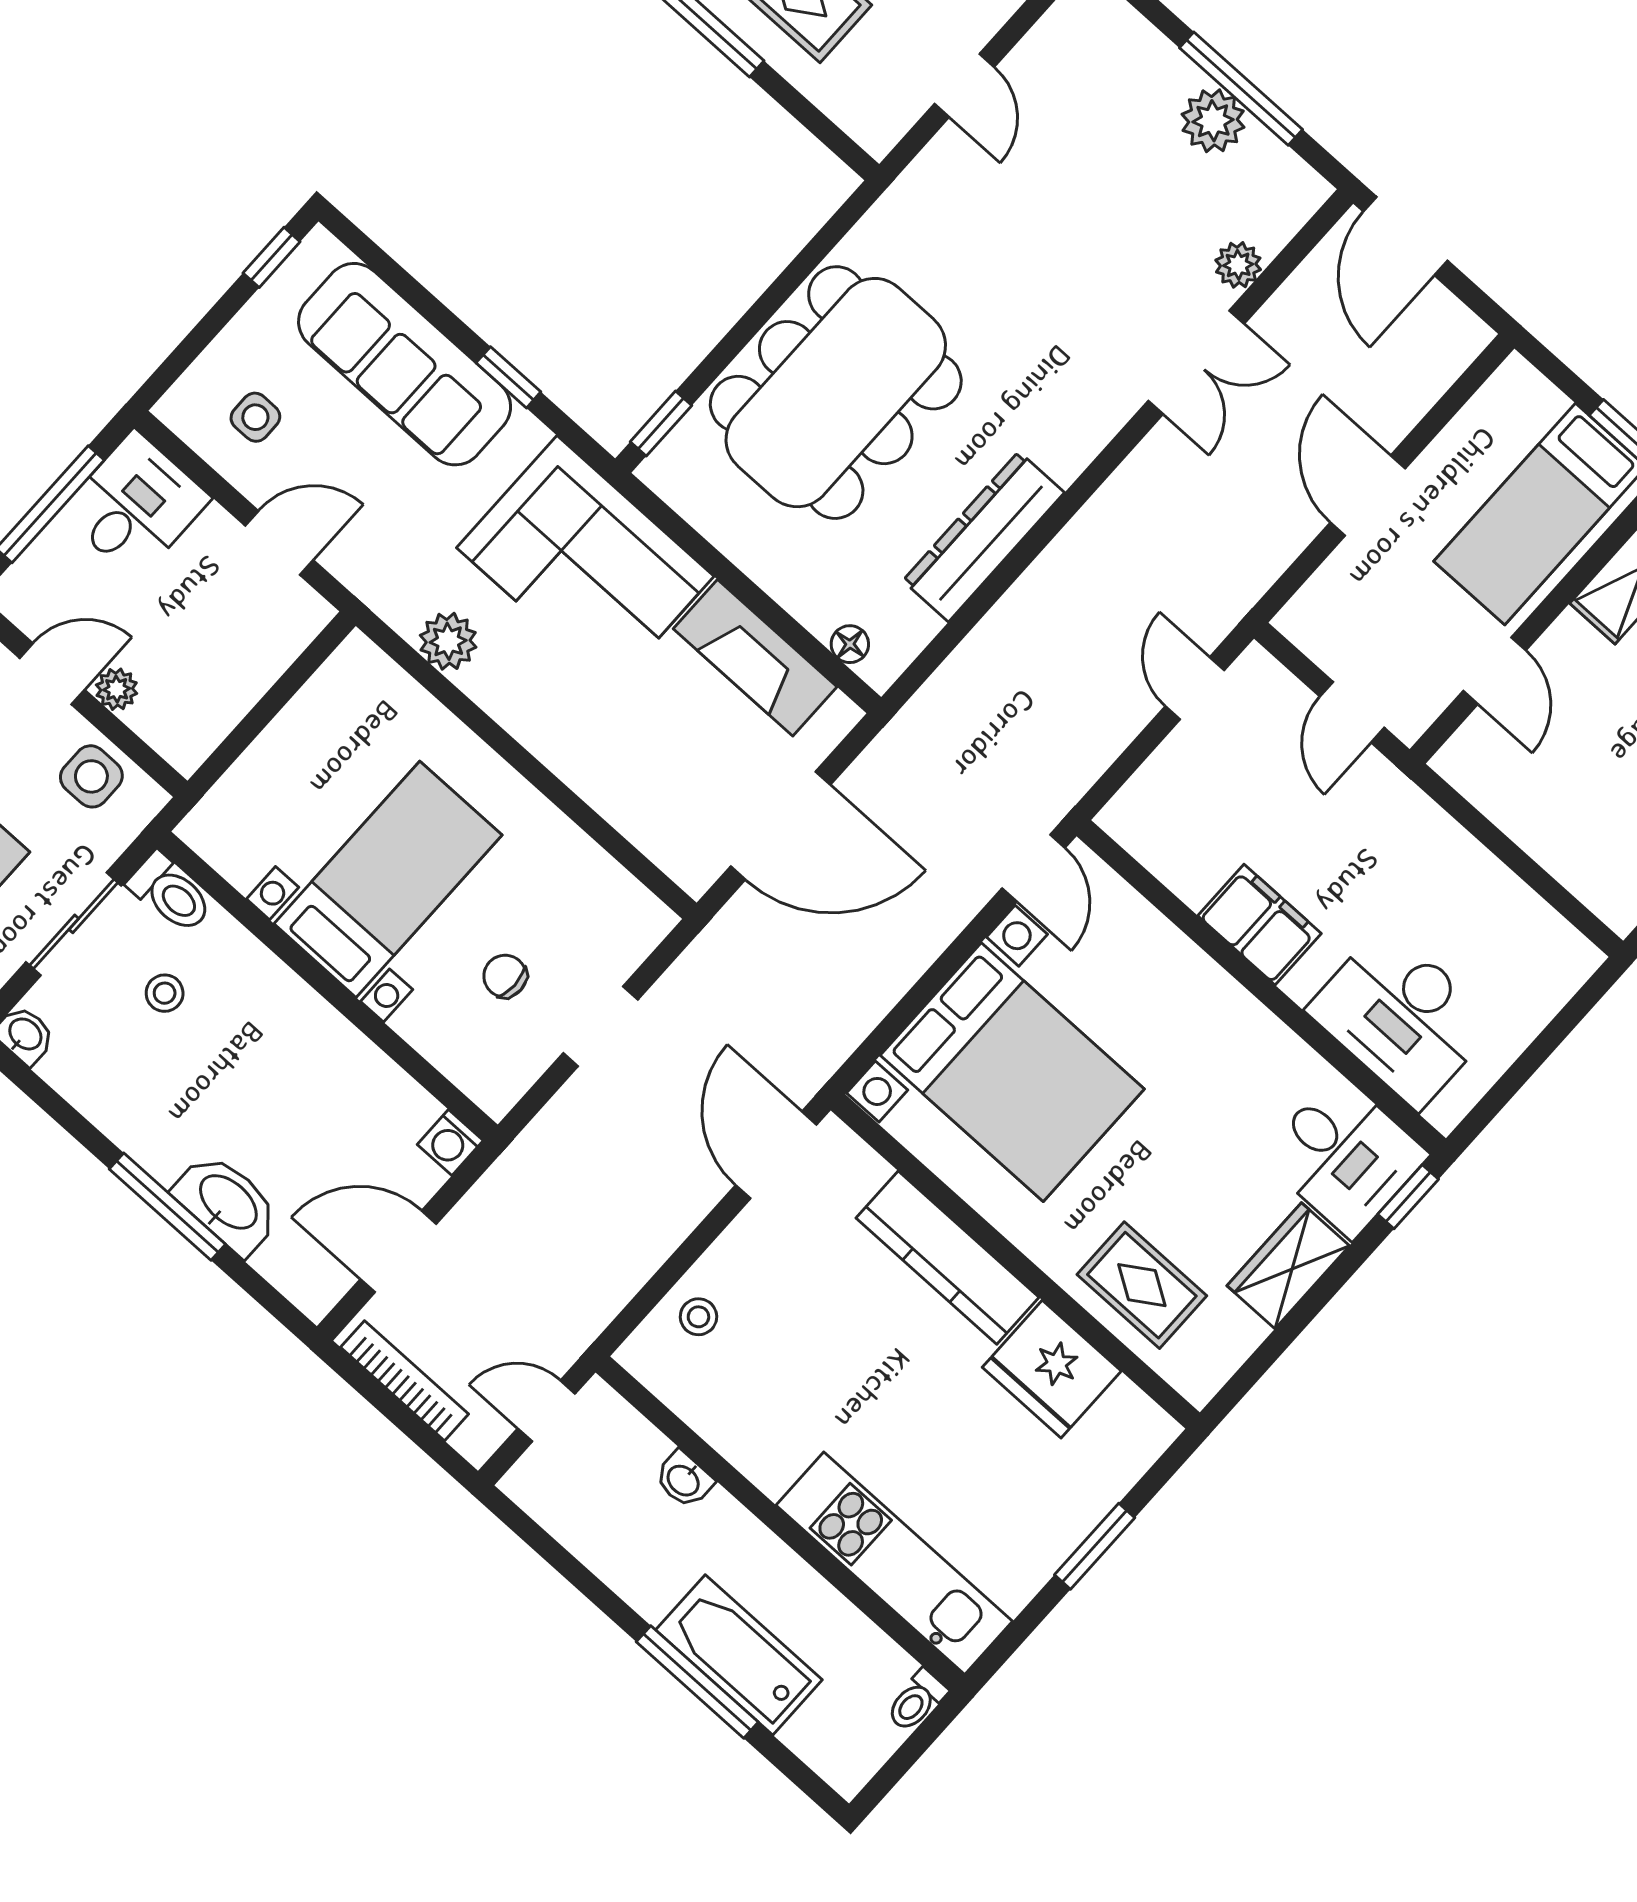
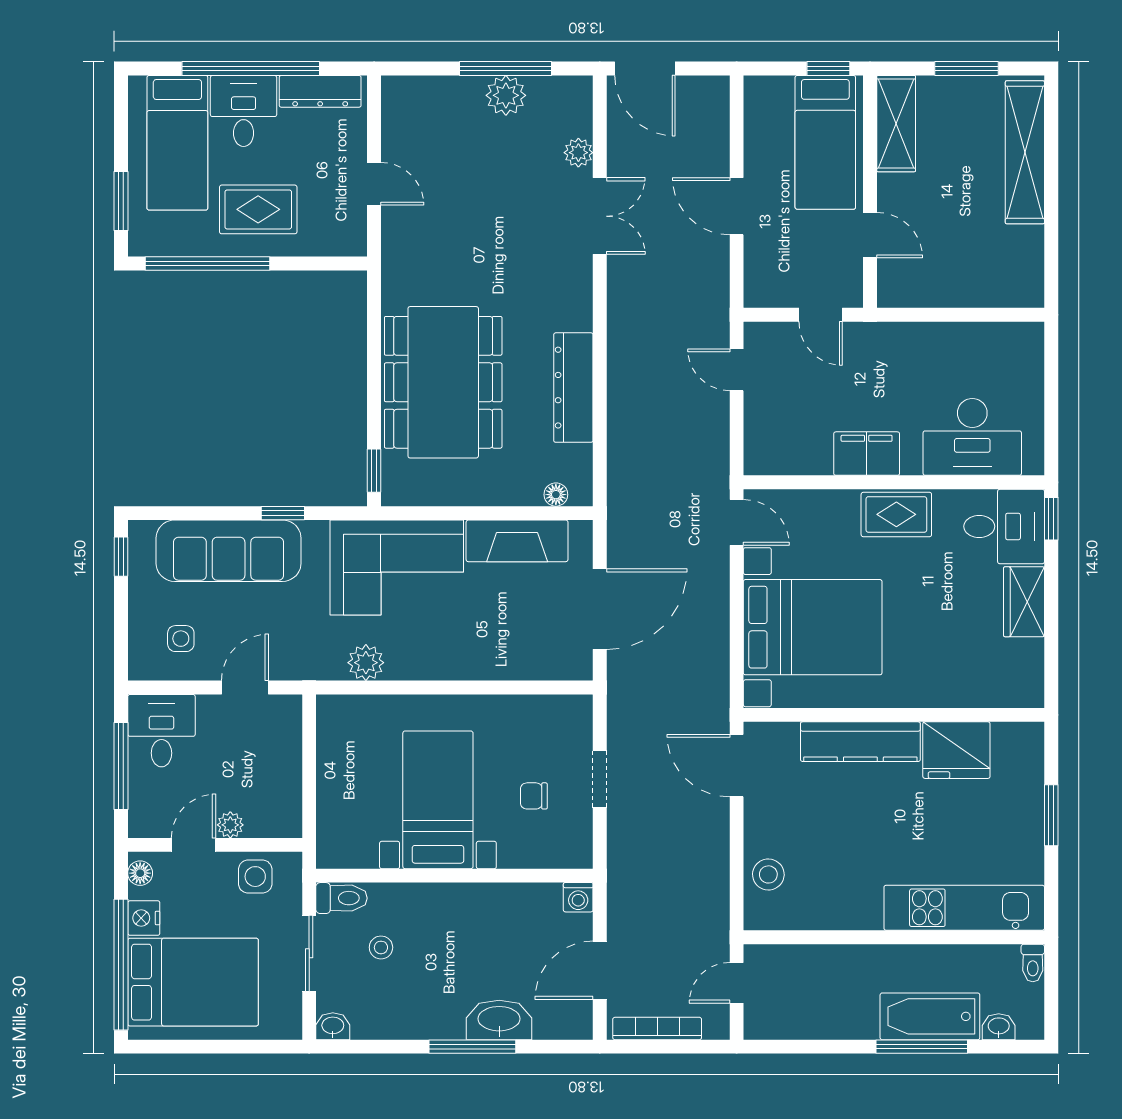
rug: (1142, 1285) -> (896, 514), moved
stool: (698, 1317) -> (768, 874), width x1.37, depth x1.37
washbasin: (684, 1480) -> (999, 1027), moved, turned 180

